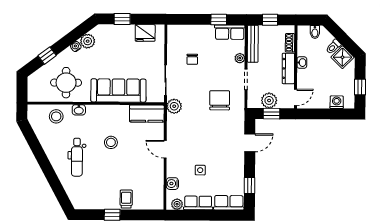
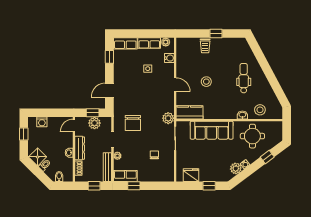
stool: (111, 142) -> (206, 82), moved

